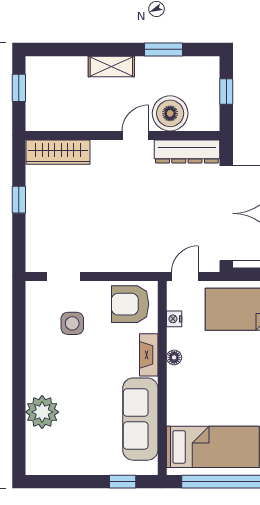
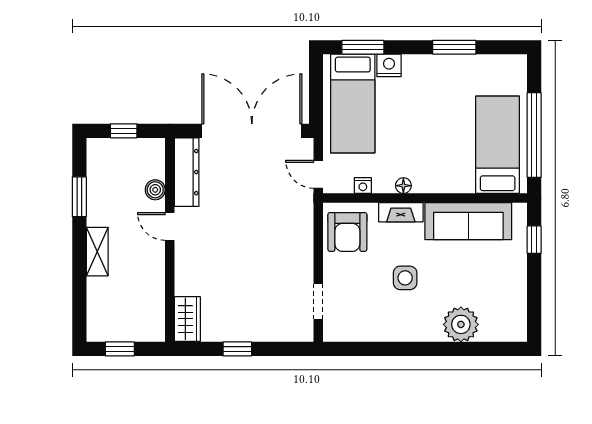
boiler: (170, 113) -> (155, 190), width x0.54, depth x0.54
wardrobe: (58, 152) -> (187, 319), width x0.67
side table: (72, 323) -> (405, 278), moved

